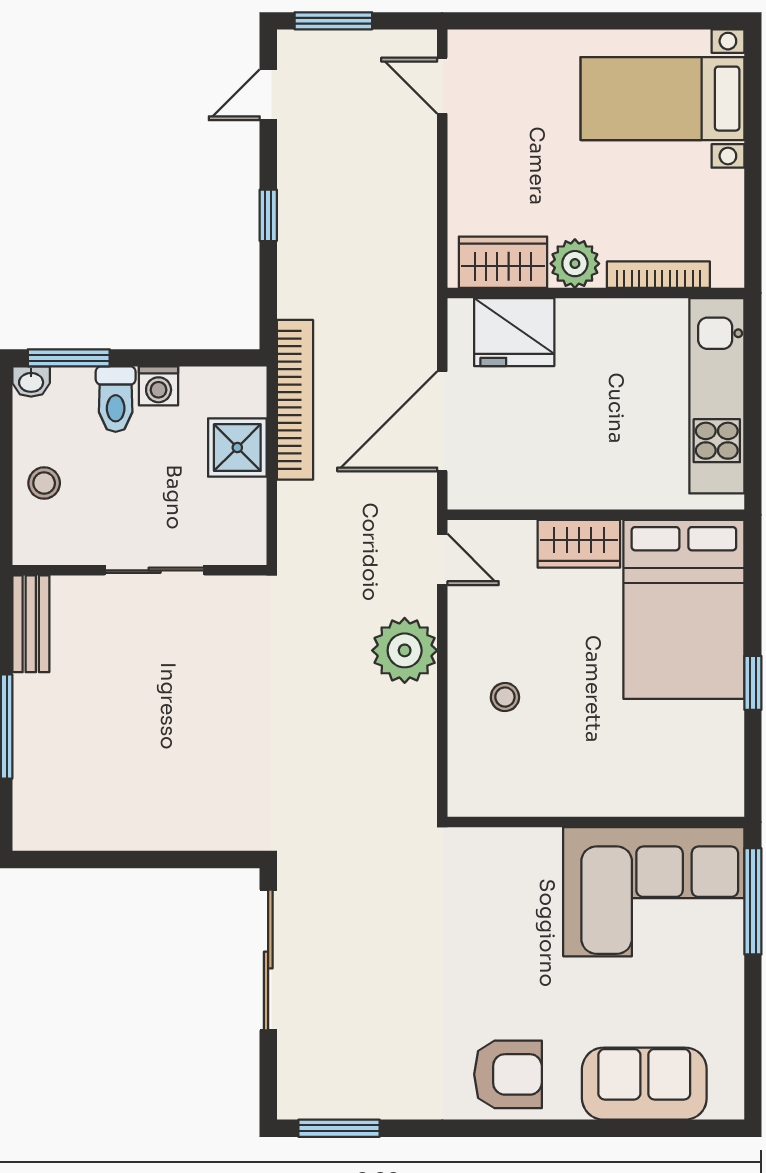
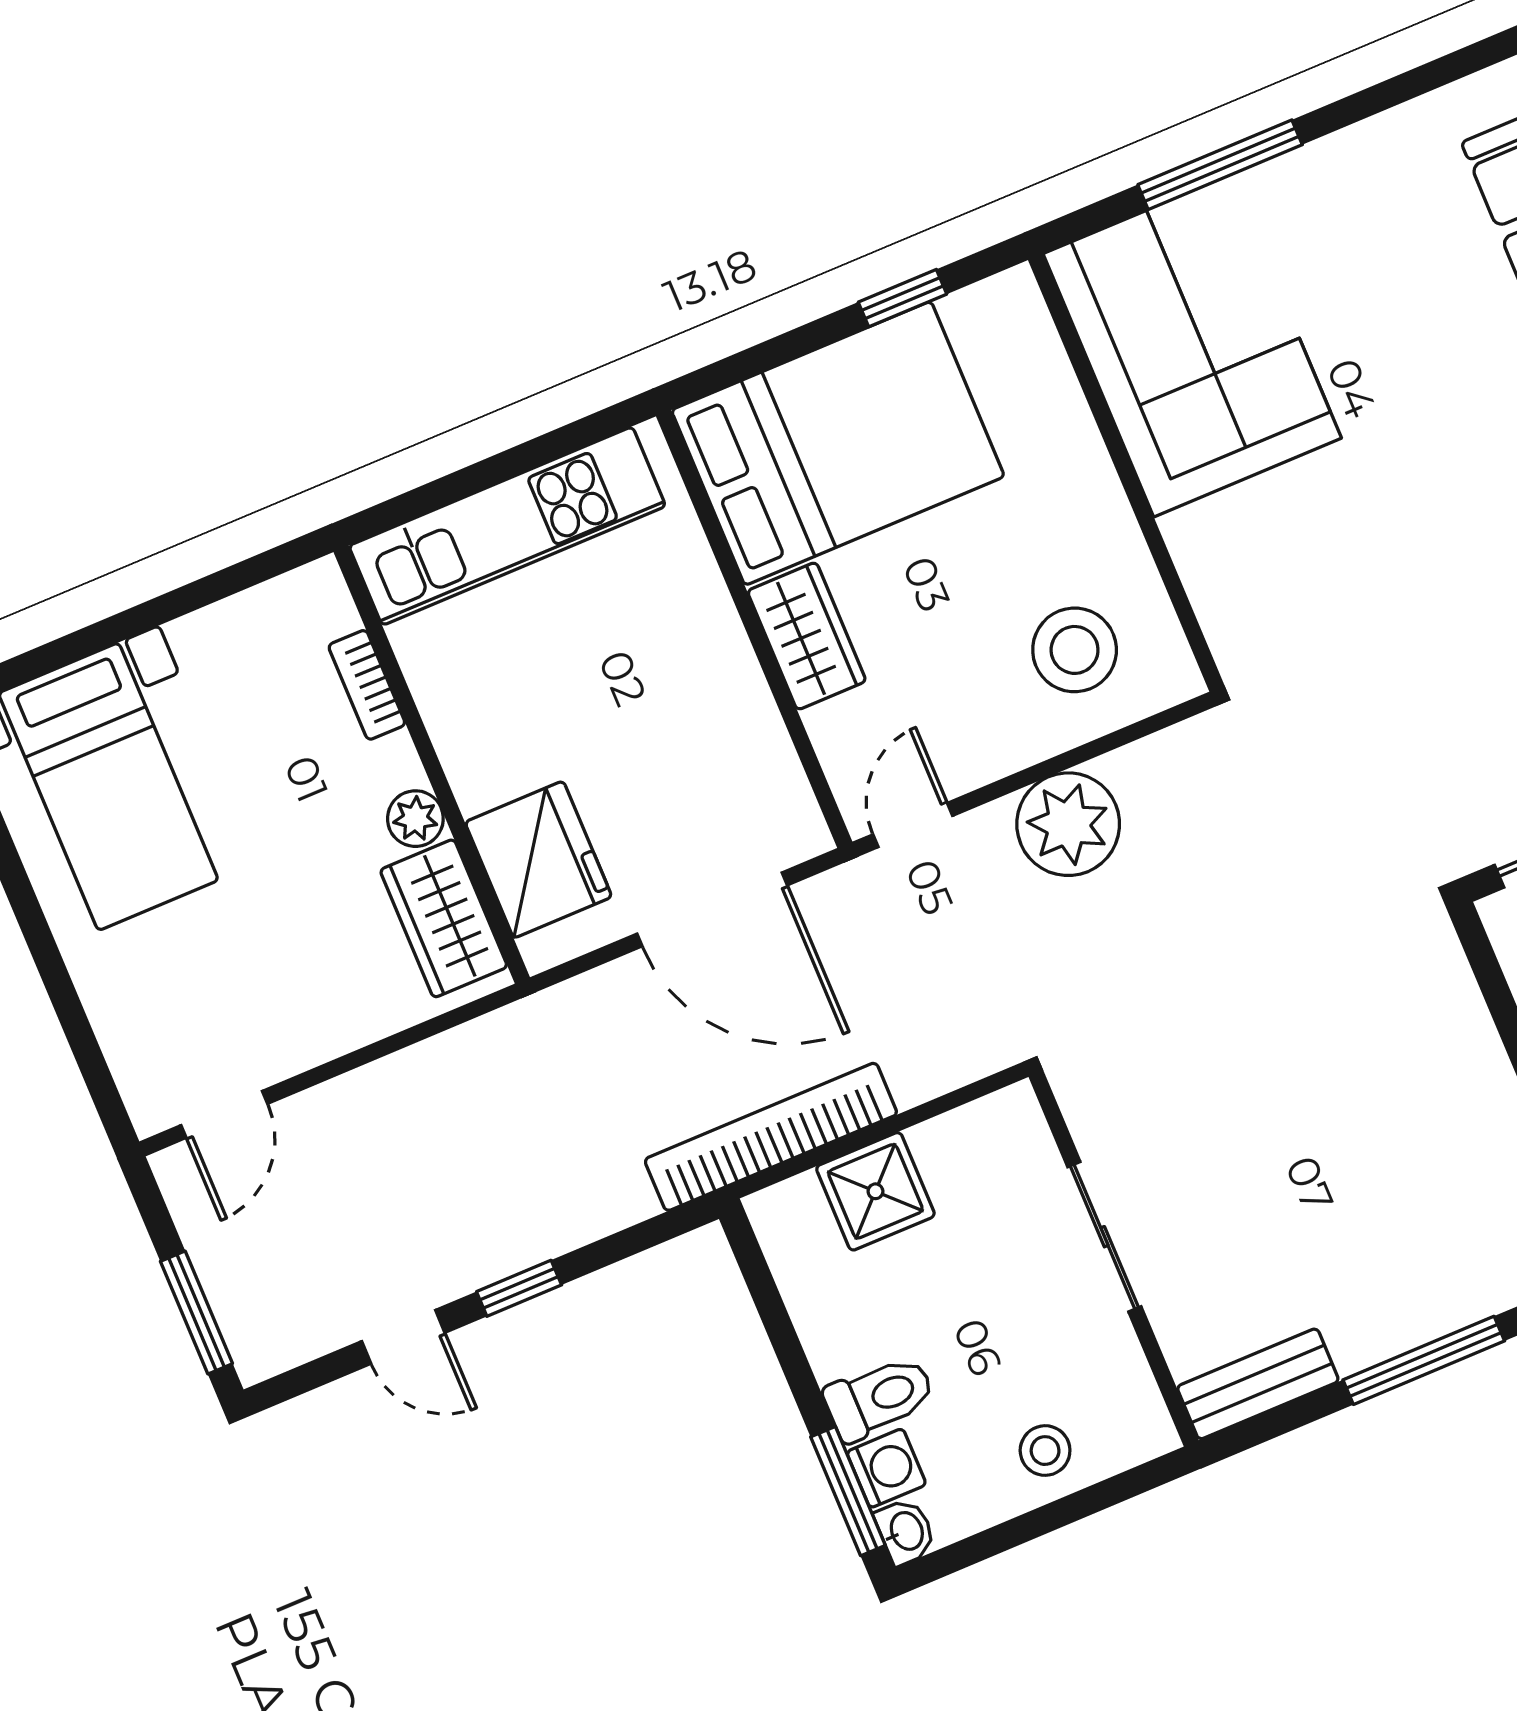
door: (268, 95) -> (403, 1337), moved
plant: (575, 264) -> (415, 819), width x0.73, depth x0.73
bookcase: (658, 275) -> (367, 685), width x0.64
washing machine: (159, 386) -> (886, 1468), moved
stool: (505, 697) -> (1075, 650), width x1.89, depth x1.89
wall: (596, 822) -> (1126, 473), moved
corner sofa: (654, 892) -> (1192, 346), moved

